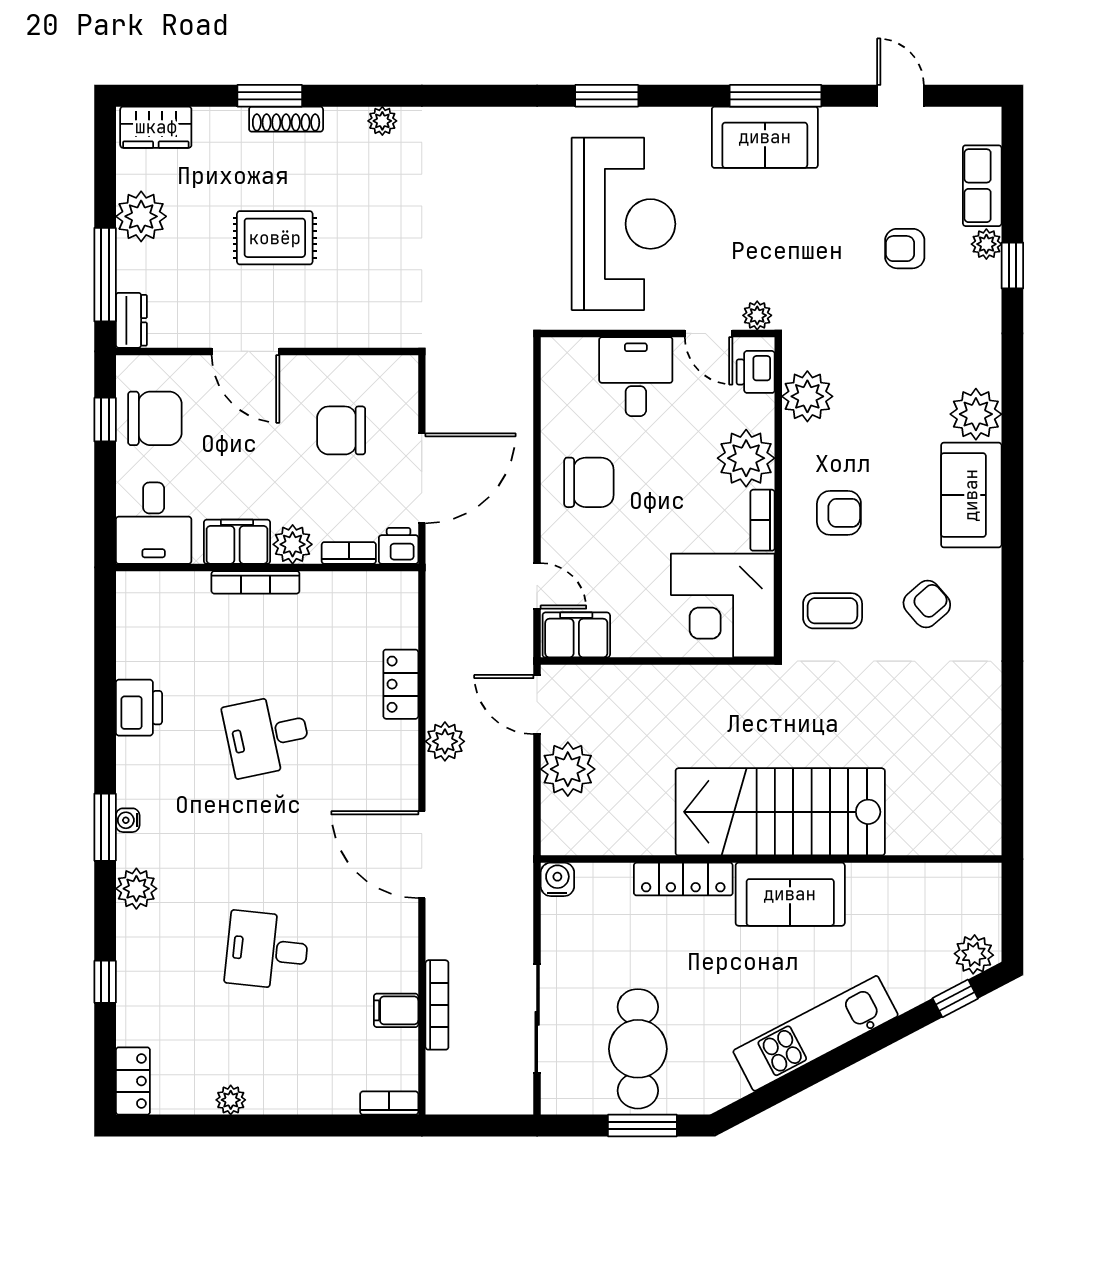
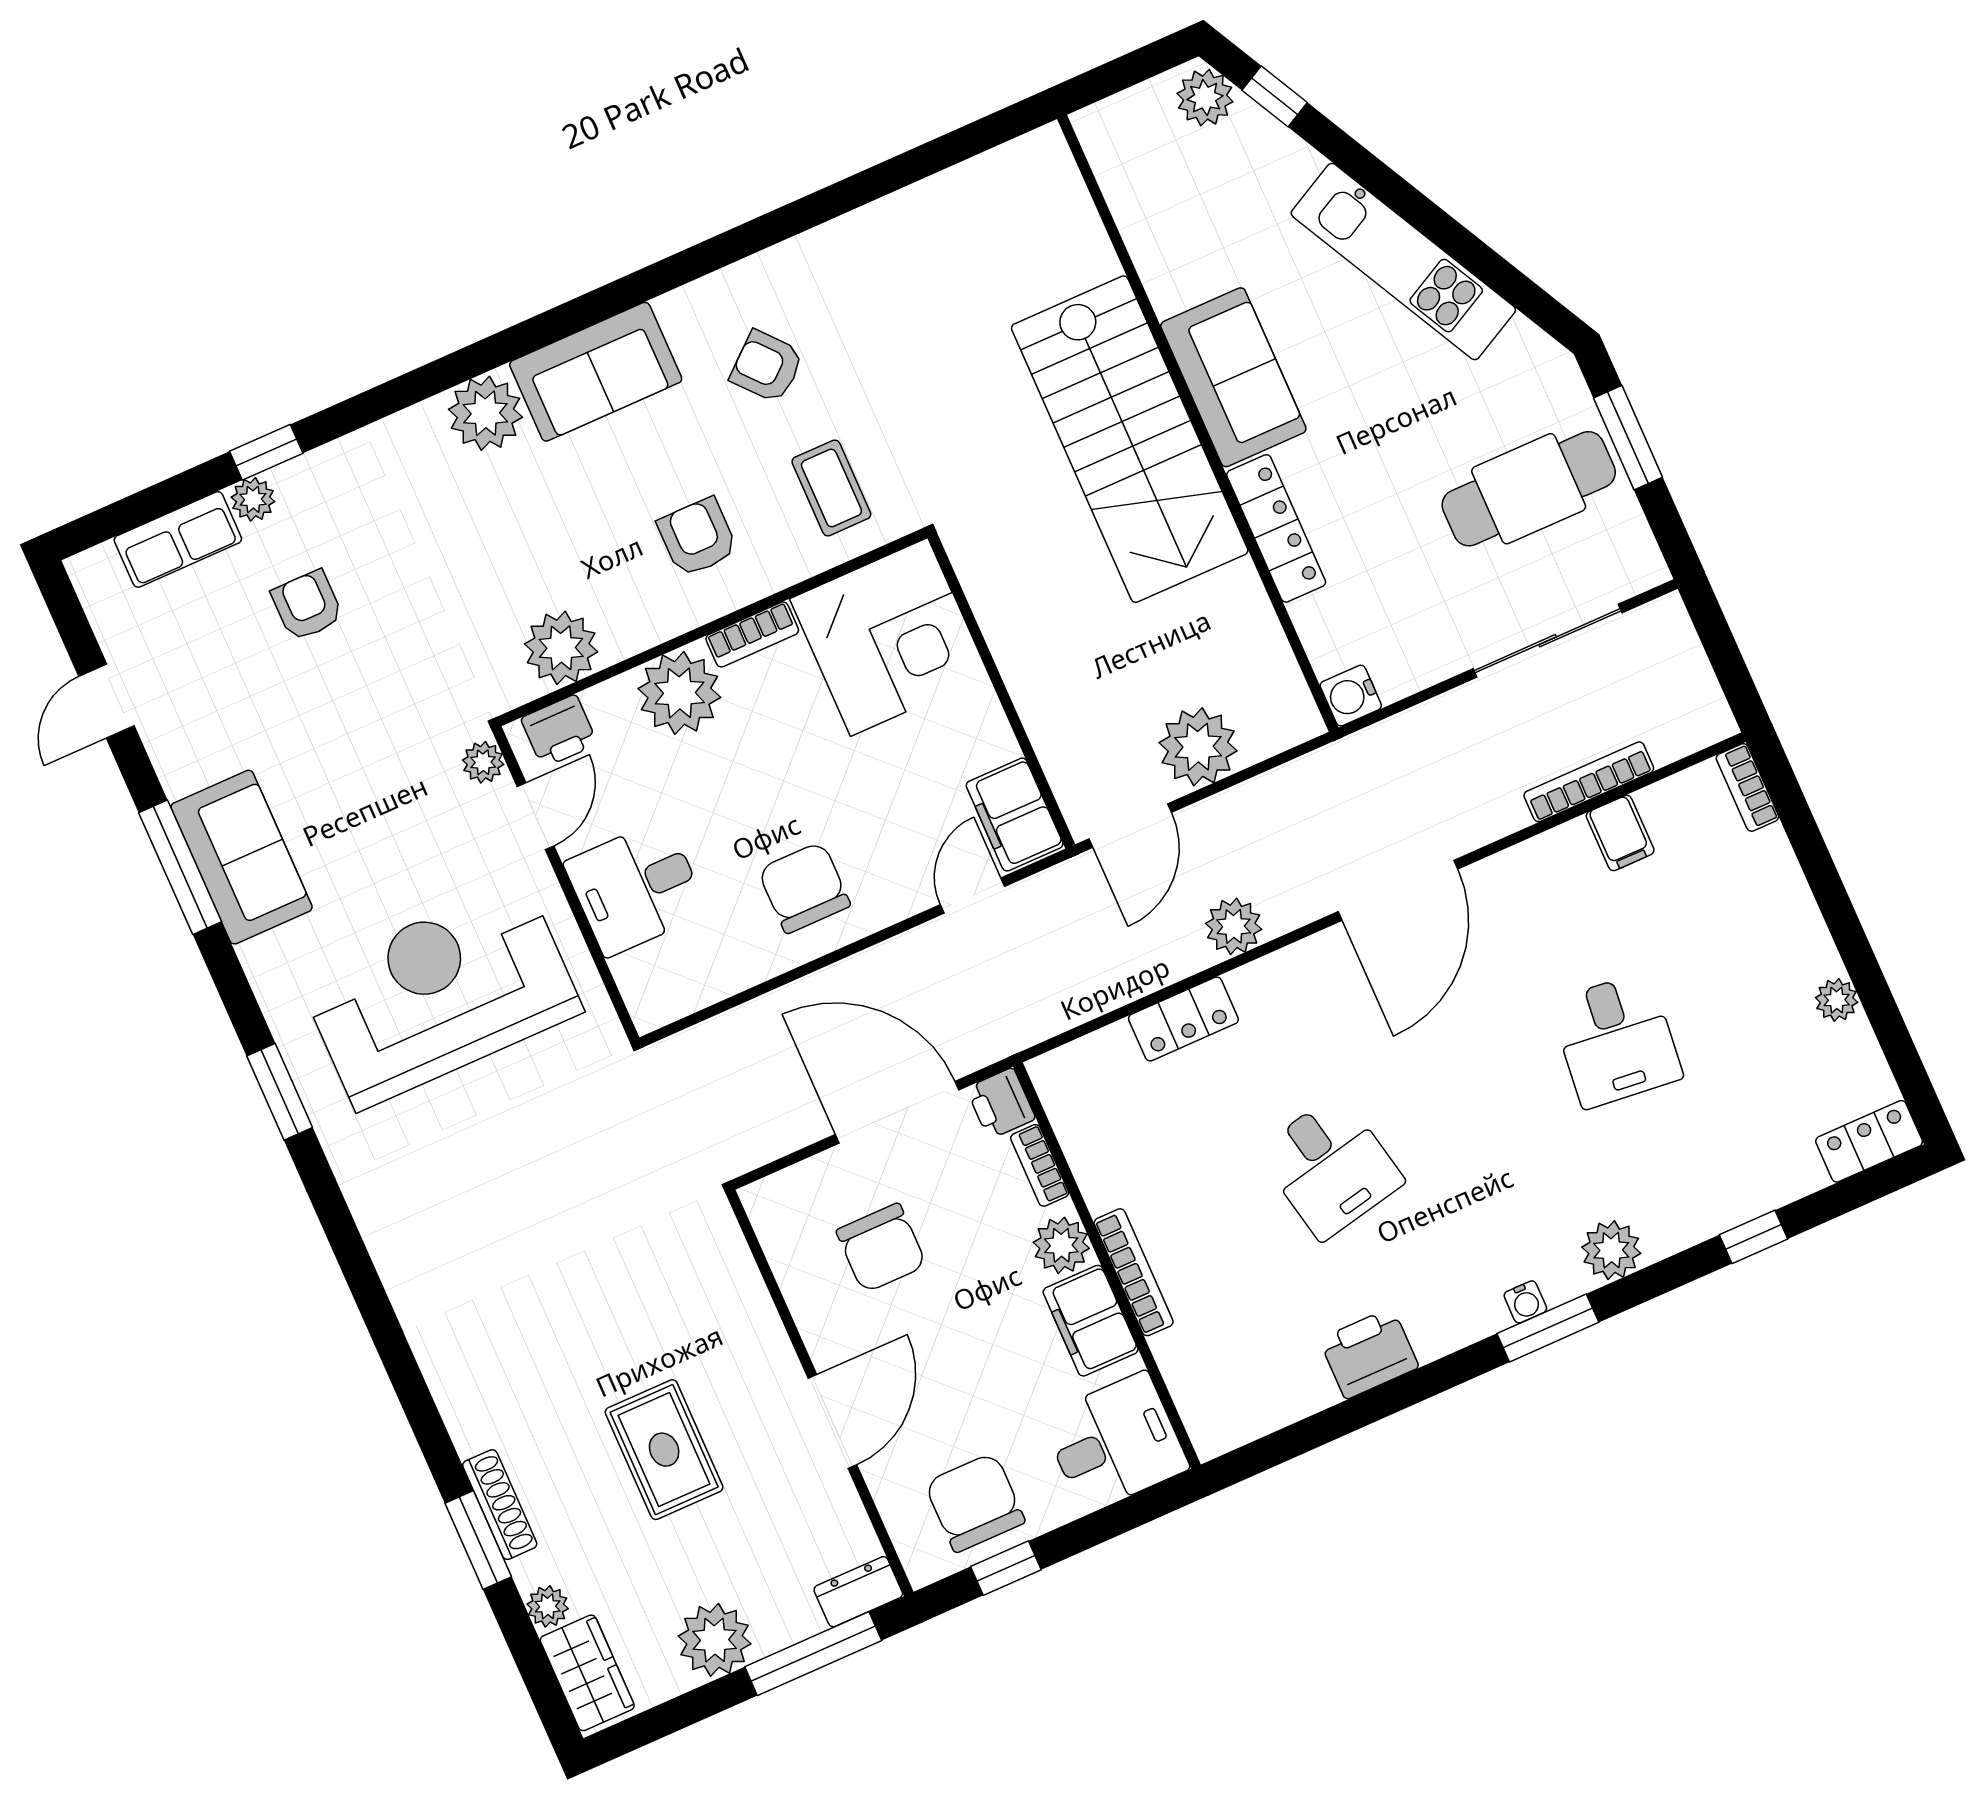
plant: (382, 121) -> (548, 1606), moved
armchair: (905, 249) -> (307, 605), turned 180

